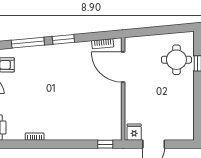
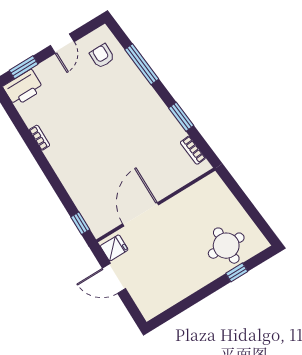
window: (63, 39) -> (181, 117), moved
door: (123, 67) -> (141, 214), moved

